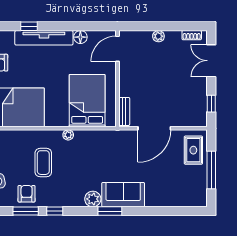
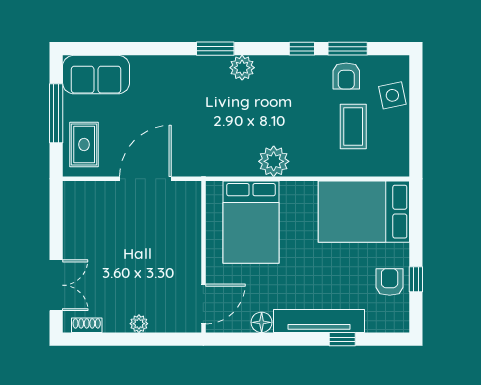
window: (211, 104) -> (56, 218), removed
bench: (124, 111) -> (193, 205), removed
plant: (68, 135) -> (274, 161), width x1.88, depth x1.88
coffee table: (43, 163) -> (353, 126), moved
sofa: (123, 195) -> (96, 75), moved

